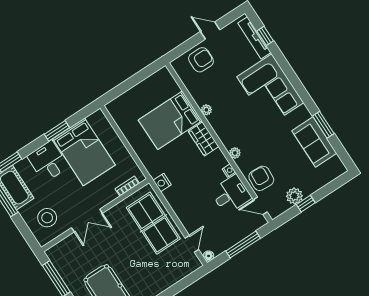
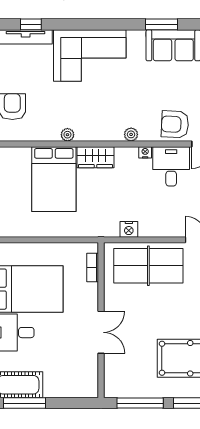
nightstand: (162, 183) -> (129, 229), moved
stool: (47, 218) -> (71, 371), removed

